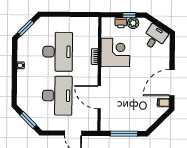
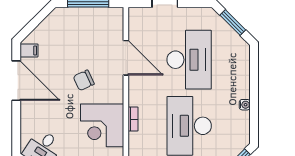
chair: (127, 83) -> (84, 80), added
door: (172, 83) -> (16, 81), hinge flipped
desk: (57, 96) -> (189, 60), turned 180

